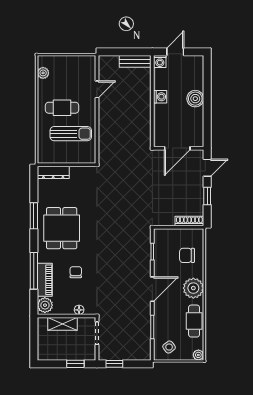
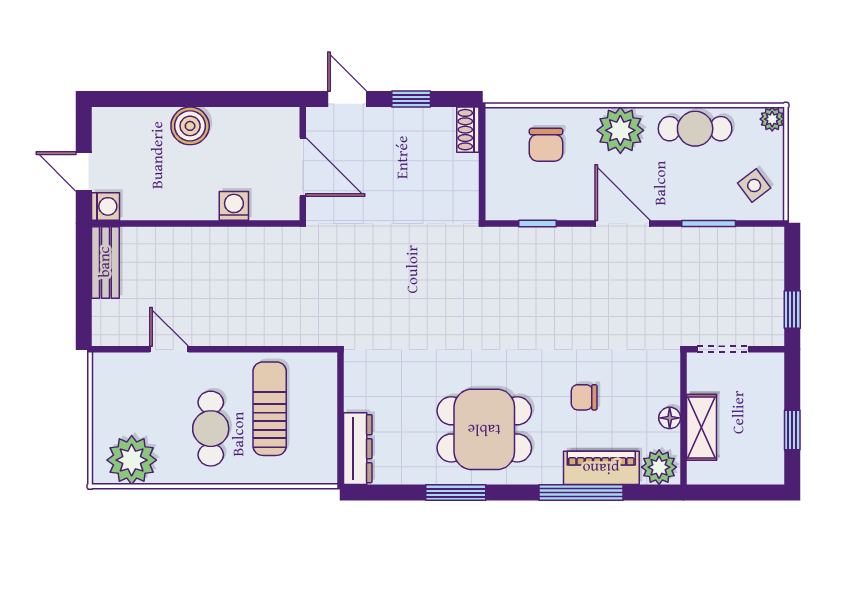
plant: (43, 73) -> (132, 460), width x1.88, depth x1.88
washing machine: (160, 97) -> (234, 206), moved
shoe rack: (189, 221) -> (468, 130), width x0.70
floor lamp: (79, 310) -> (670, 418), moved
window: (75, 364) -> (792, 430), moved

